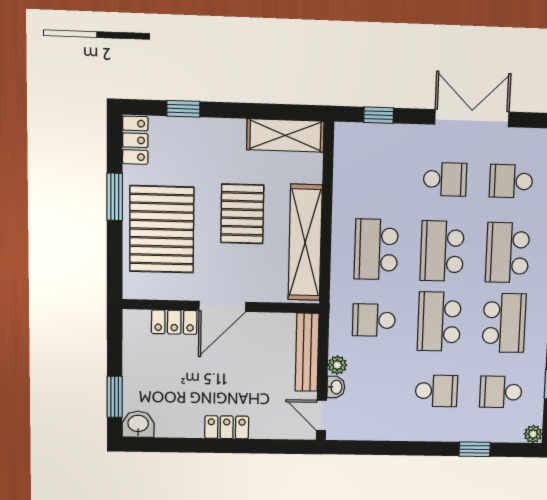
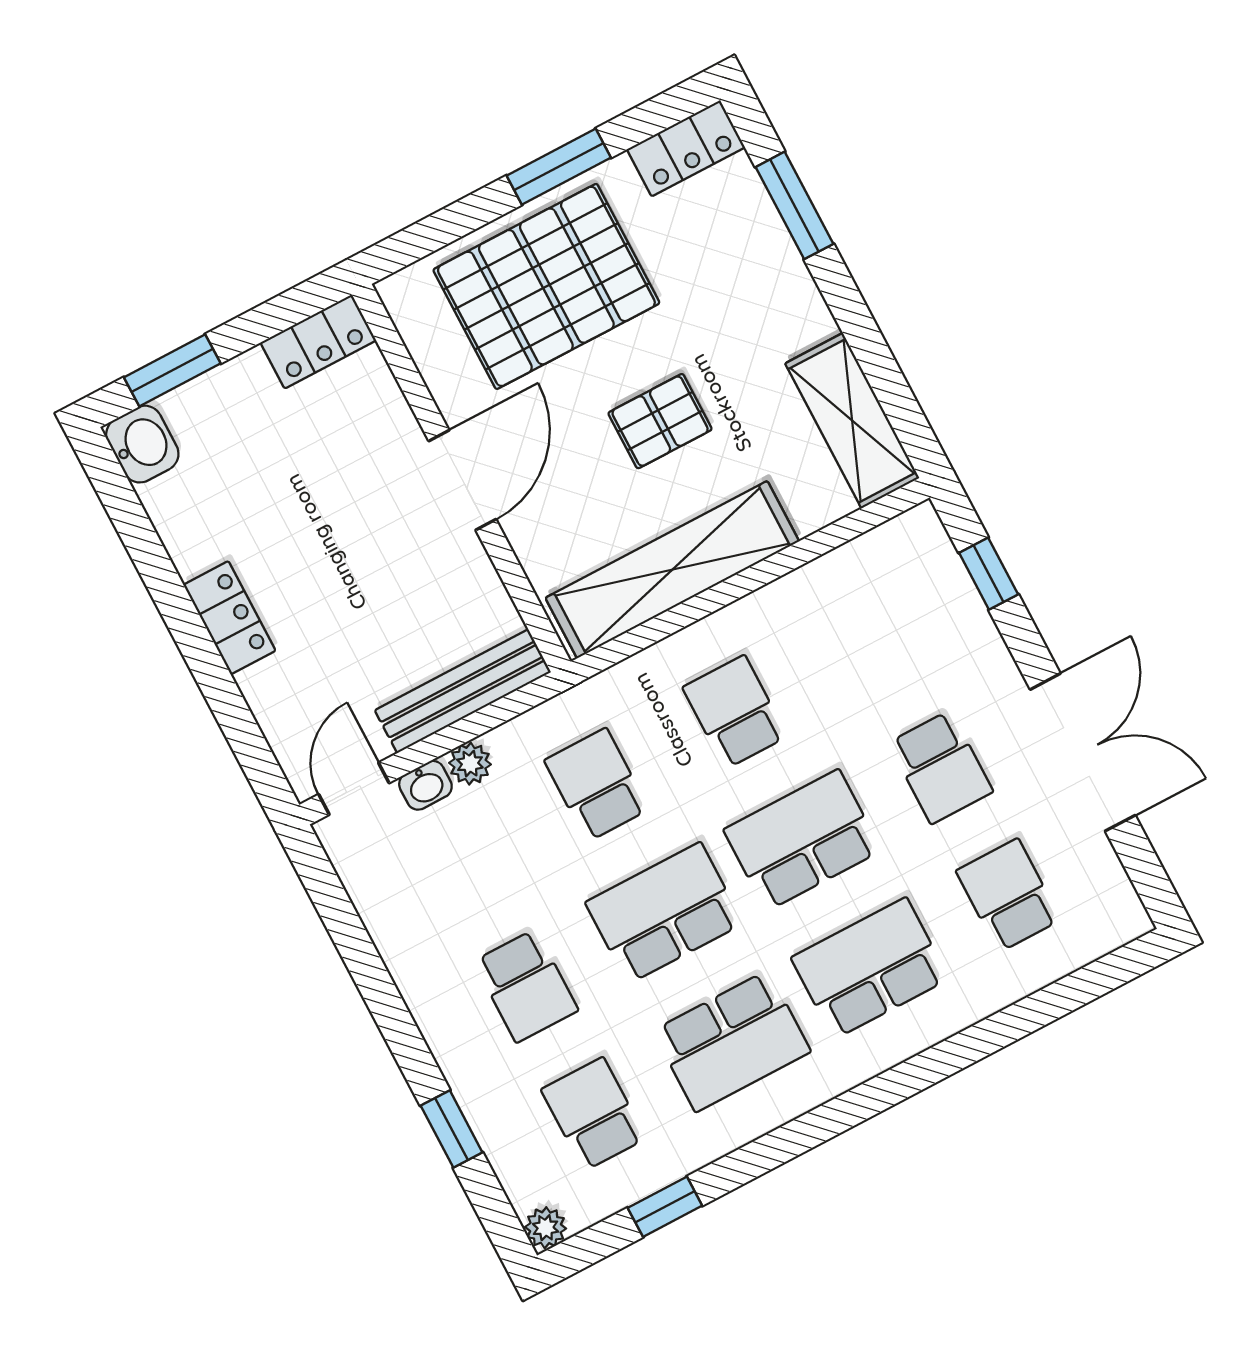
window: (183, 109) -> (794, 205), width x1.50
pallet: (242, 214) -> (660, 421), width x0.67, depth x0.71
school desk: (376, 249) -> (735, 712), width x0.54
door: (222, 306) -> (462, 480), swing flipped
locker: (174, 322) -> (318, 342), moved, turned -90

